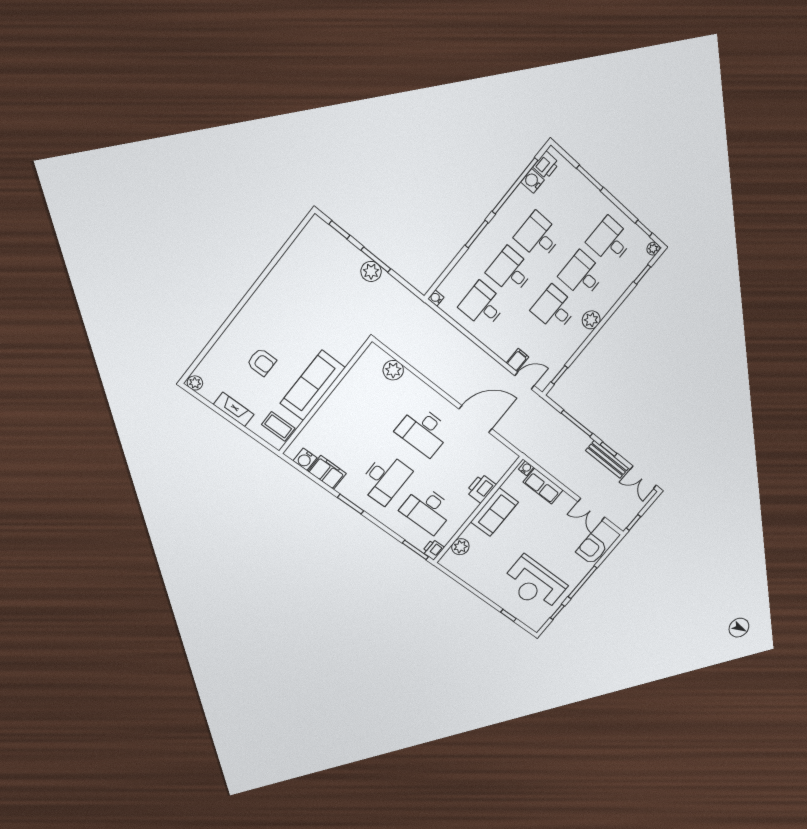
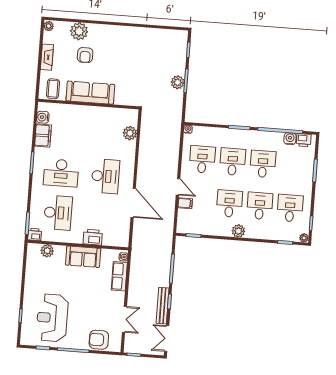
plant: (226, 350) -> (79, 31), added
door: (525, 381) -> (178, 187), moved
desk: (423, 431) -> (105, 176), turned 180
double door: (591, 509) -> (124, 319), swing flipped
desk: (427, 510) -> (58, 213), turned 180
armchair: (592, 549) -> (99, 340), turned -90

